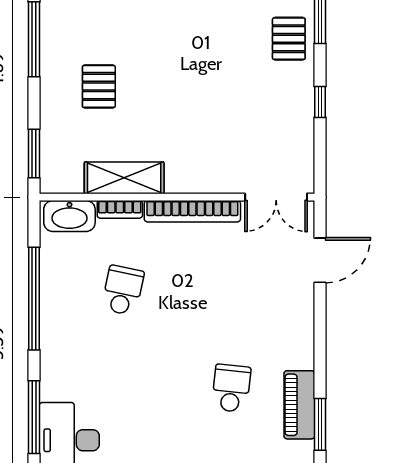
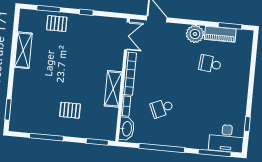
shelving: (124, 178) -> (113, 89), moved
school desk: (123, 290) -> (162, 108), turned -36
plant: (295, 348) -> (195, 34), added

